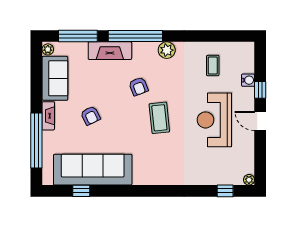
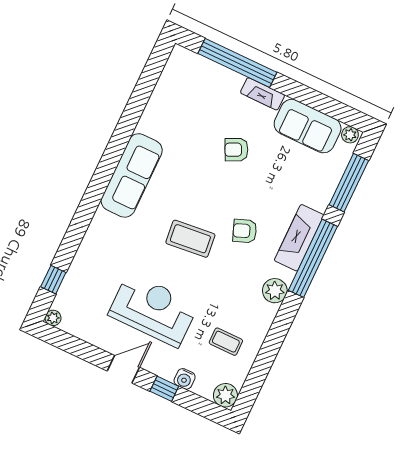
plant: (246, 50) -> (225, 395), added
fireplace: (110, 51) -> (299, 238), moved
sofa: (93, 170) -> (132, 175), moved, width x0.74, depth x0.79
window: (81, 191) -> (143, 90), removed

